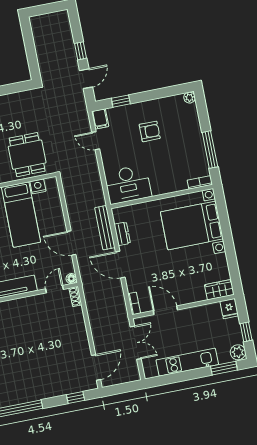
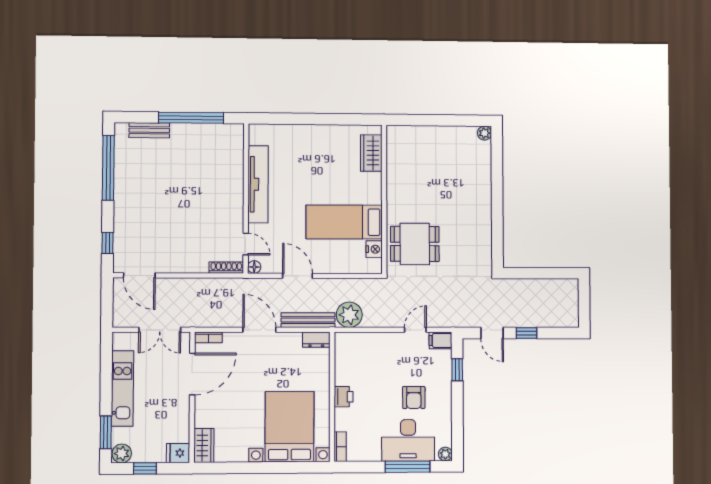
window: (210, 150) -> (407, 467), moved
desk: (128, 184) -> (408, 440), moved, turned -90
printer: (160, 187) -> (344, 397), added
plant: (94, 196) -> (349, 315), added
dresser: (122, 234) -> (316, 340), moved
door: (71, 243) -> (298, 276), hinge flipped
door: (120, 265) -> (259, 330), hinge flipped
shoe rack: (75, 297) -> (226, 268), width x1.43
door: (165, 310) -> (192, 374), width x1.36

